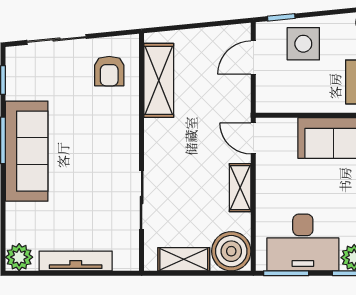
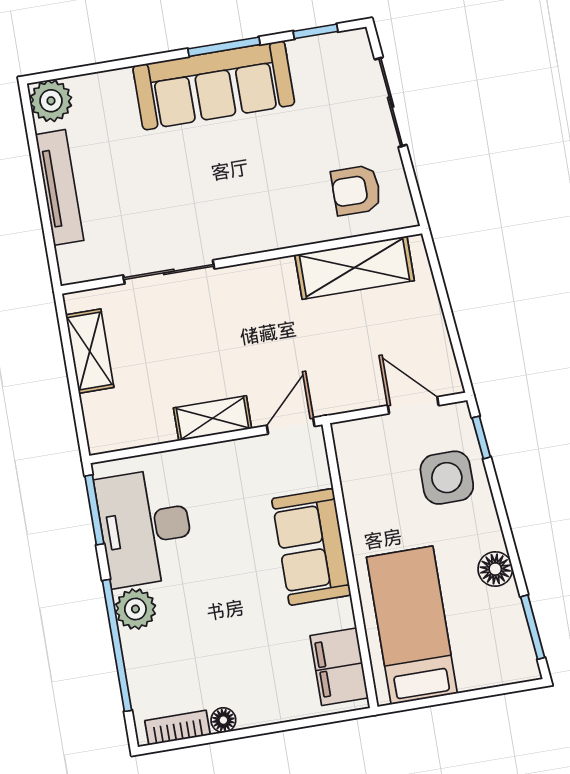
boiler: (231, 251) -> (114, 421), removed

